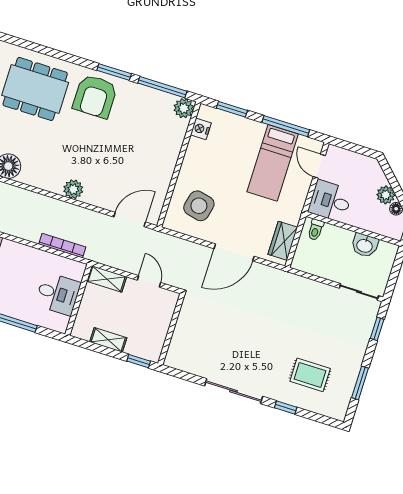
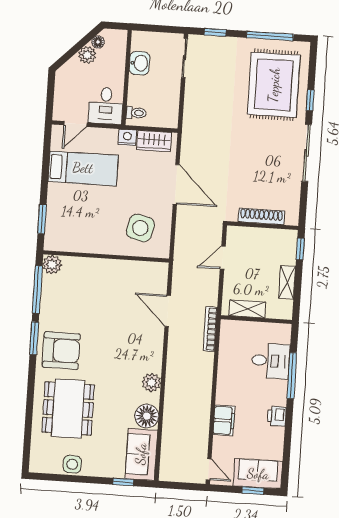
window: (286, 126) -> (46, 165), removed
nightstand: (201, 129) -> (127, 137), moved, turned 180
plant: (73, 189) -> (151, 383), moved
door: (130, 220) -> (168, 311), moved
bookcase: (62, 246) -> (210, 329), moved
shelving: (107, 279) -> (247, 309), moved, turned 90
desk: (58, 294) -> (271, 361), moved, turned 90
shoe rack: (181, 330) -> (262, 216), added
rug: (310, 375) -> (274, 85), width x1.86, depth x2.06
window: (360, 383) -> (270, 36), width x1.44

